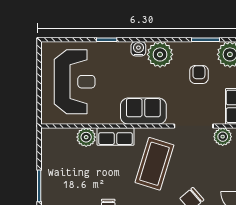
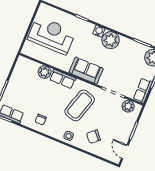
armchair: (199, 74) -> (129, 62), removed
reception desk: (75, 82) -> (52, 35), turned -90

